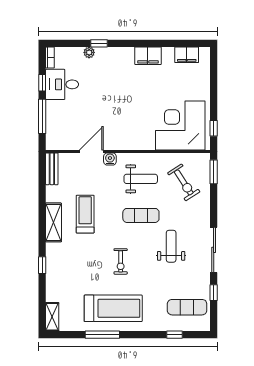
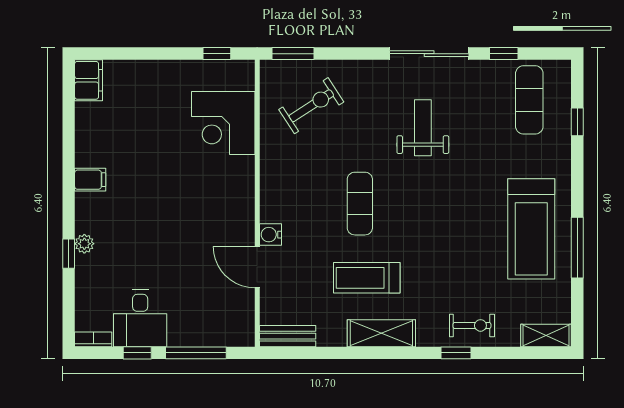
plant: (89, 52) -> (84, 244), moved
filing cabinet: (187, 55) -> (89, 80), moved
filing cabinet: (148, 56) -> (90, 180), width x0.50
corner desk: (180, 125) -> (223, 123), width x0.74, depth x0.74
weight bench: (141, 179) -> (305, 181), removed
exercise mat: (141, 215) -> (360, 204), moved
weight bench: (171, 246) -> (423, 128), turned 90
exercise bike: (121, 261) -> (472, 325), moved
treadmill: (113, 308) -> (531, 229), turned 180

